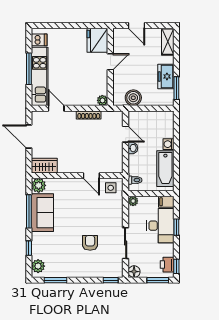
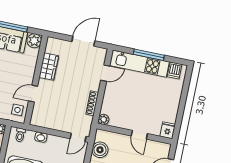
fridge: (97, 40) -> (168, 130), width x0.53, depth x0.75
door: (126, 134) -> (78, 137), moved
washbasin: (133, 148) -> (41, 137), moved
wardrobe: (44, 166) -> (49, 67), moved

